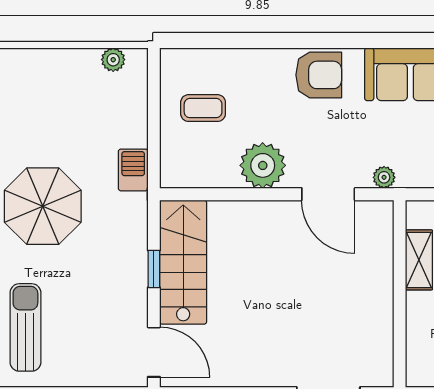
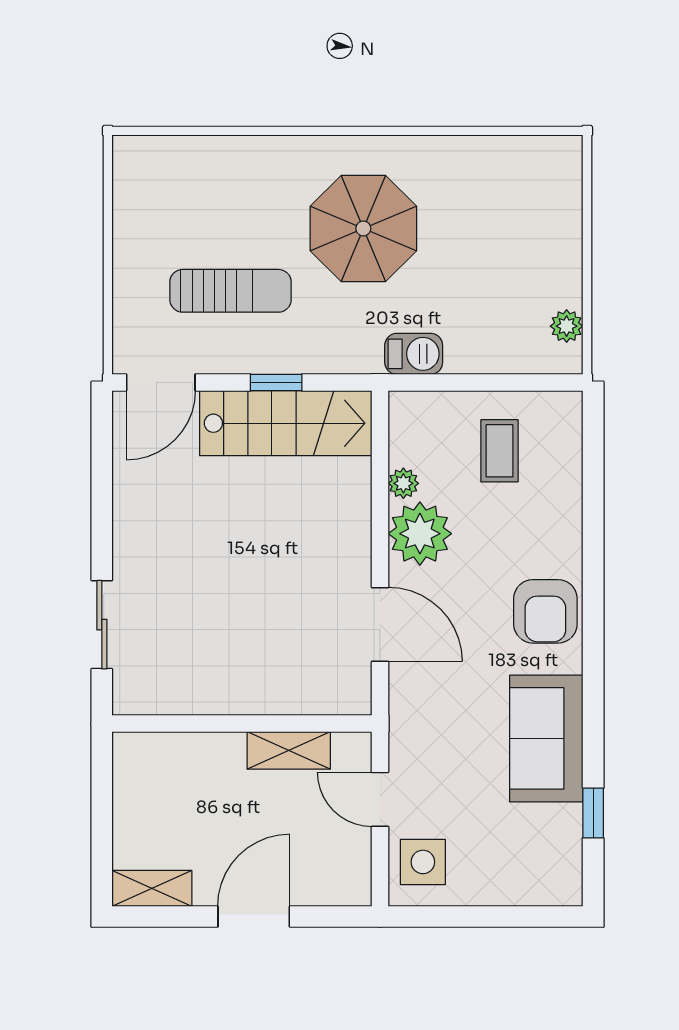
plant: (384, 177) -> (403, 483), moved
door: (328, 194) -> (380, 624), swing flipped
sun lounger: (25, 327) -> (231, 291), moved

